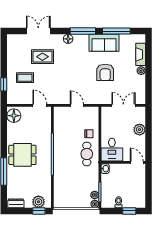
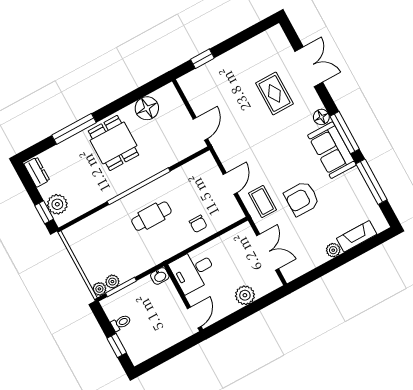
sofa: (104, 43) -> (332, 150), moved
coffee table: (25, 78) -> (262, 201), moved
floor lamp: (14, 116) -> (147, 108), moved
cafe table: (87, 154) -> (151, 216), moved

